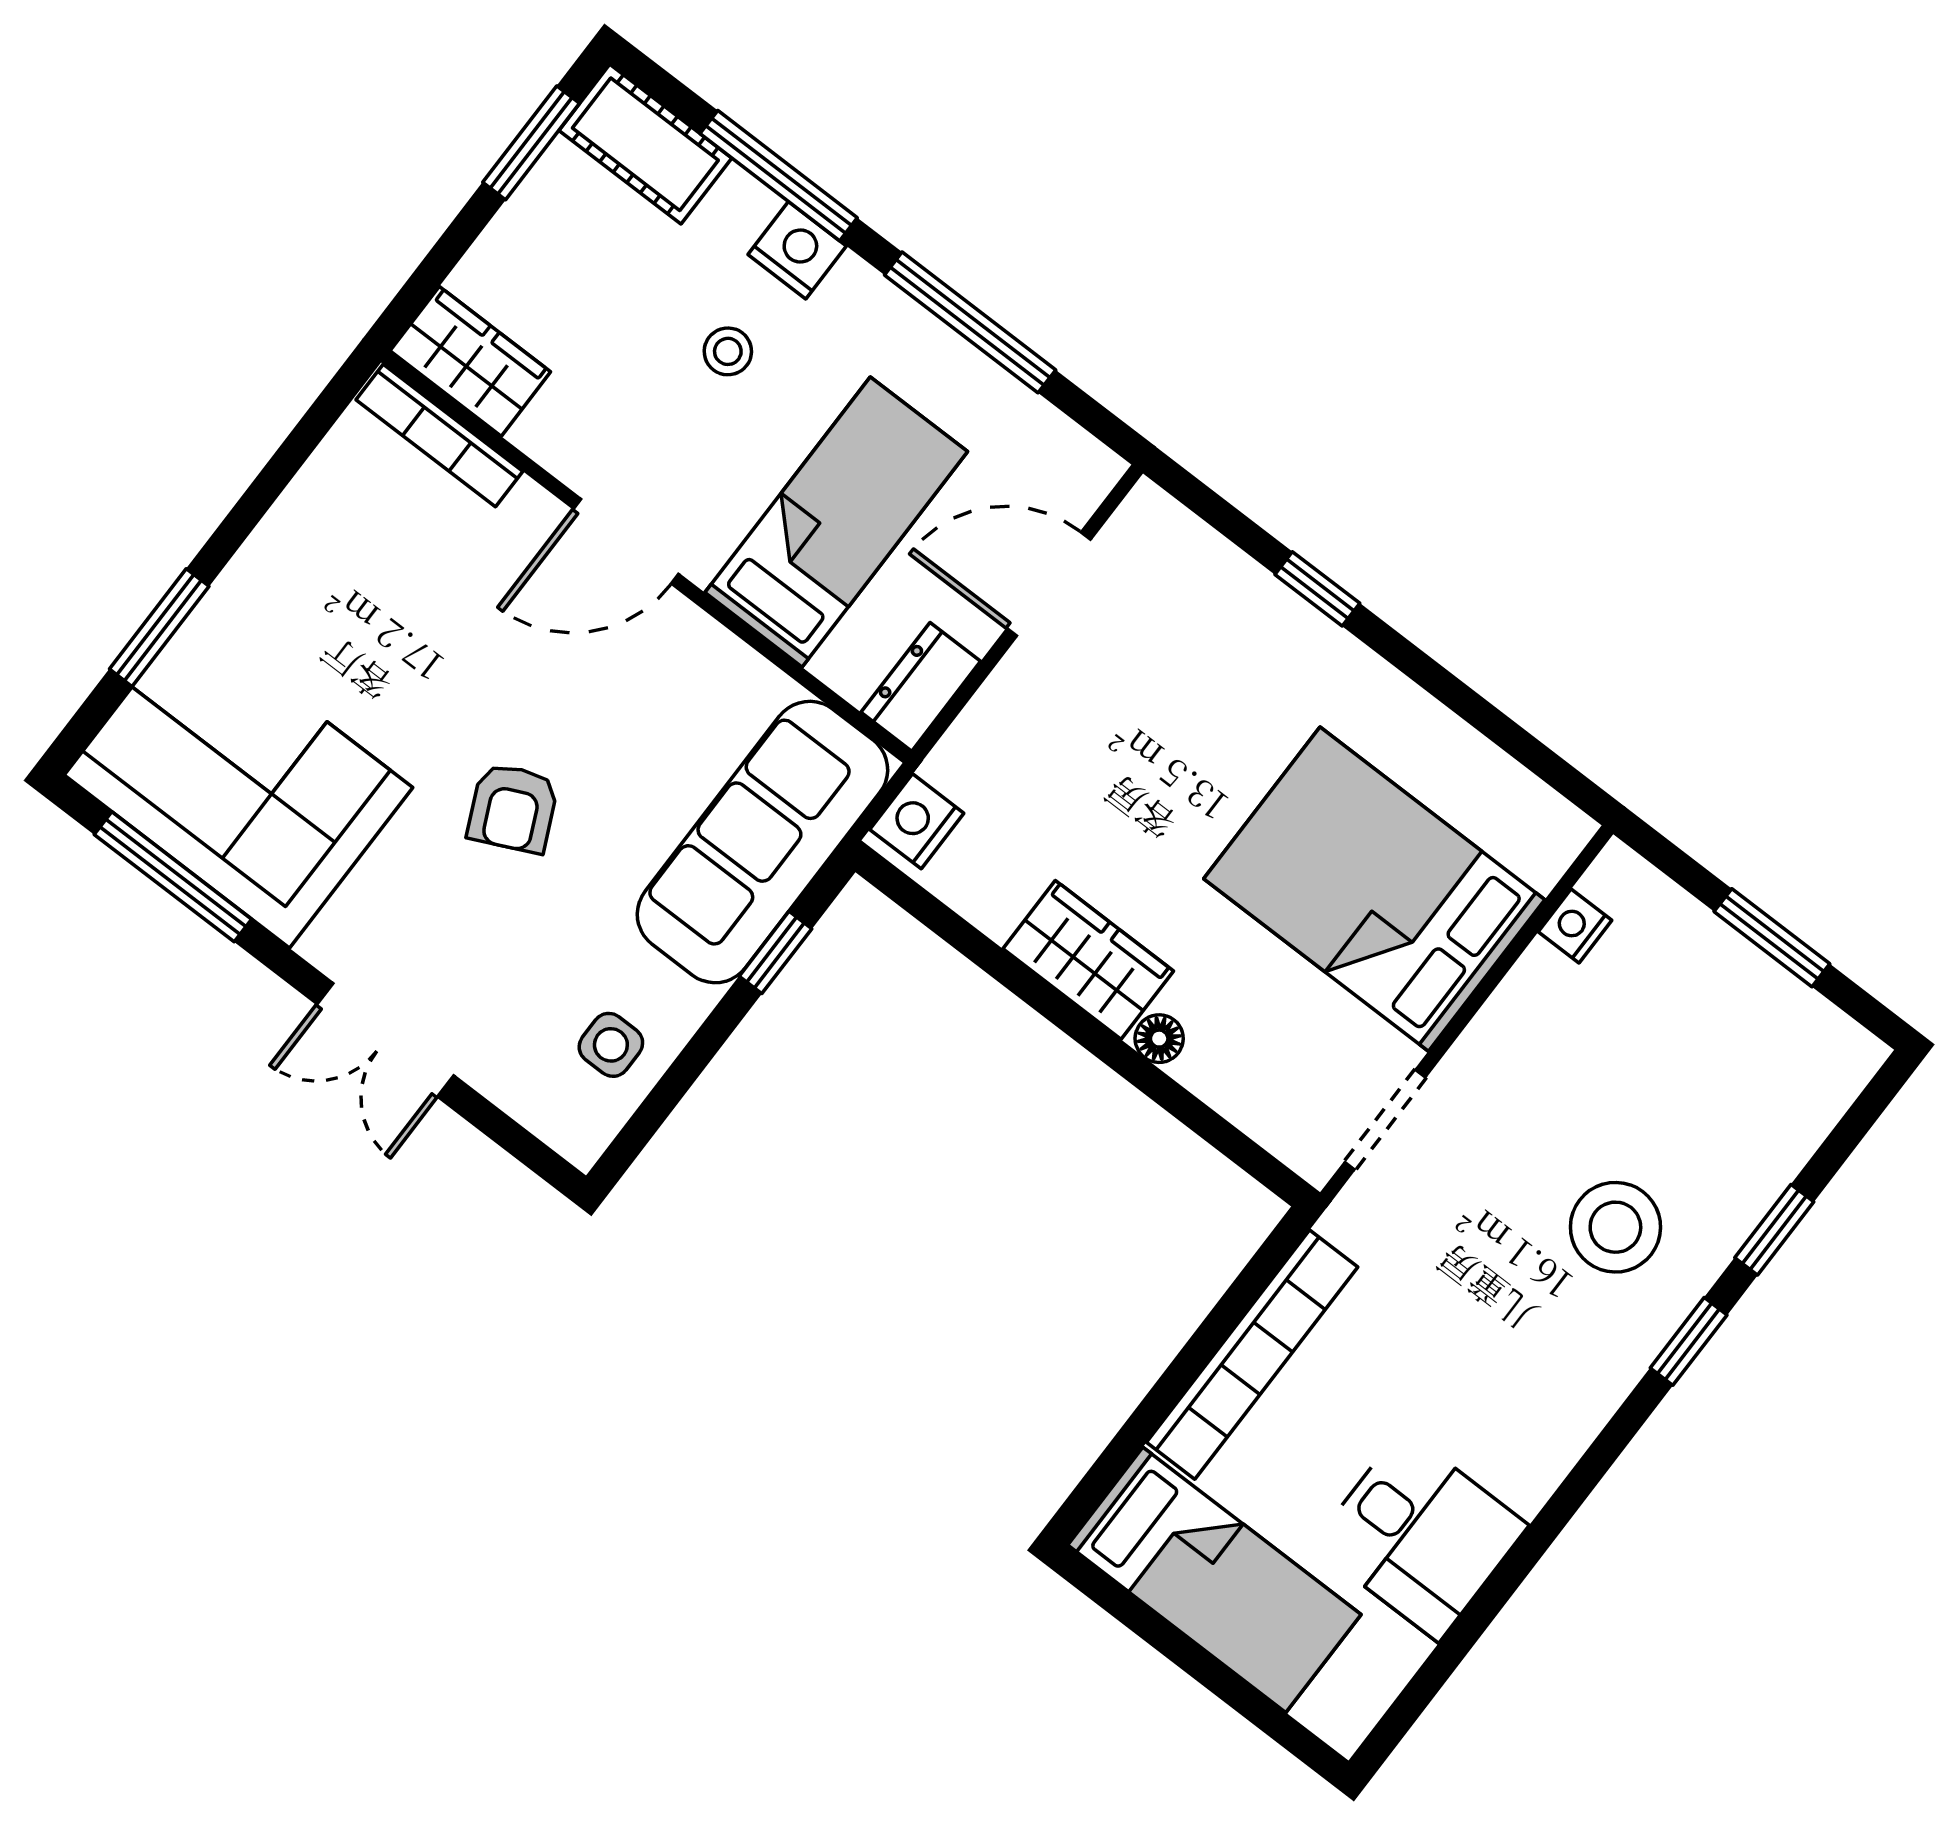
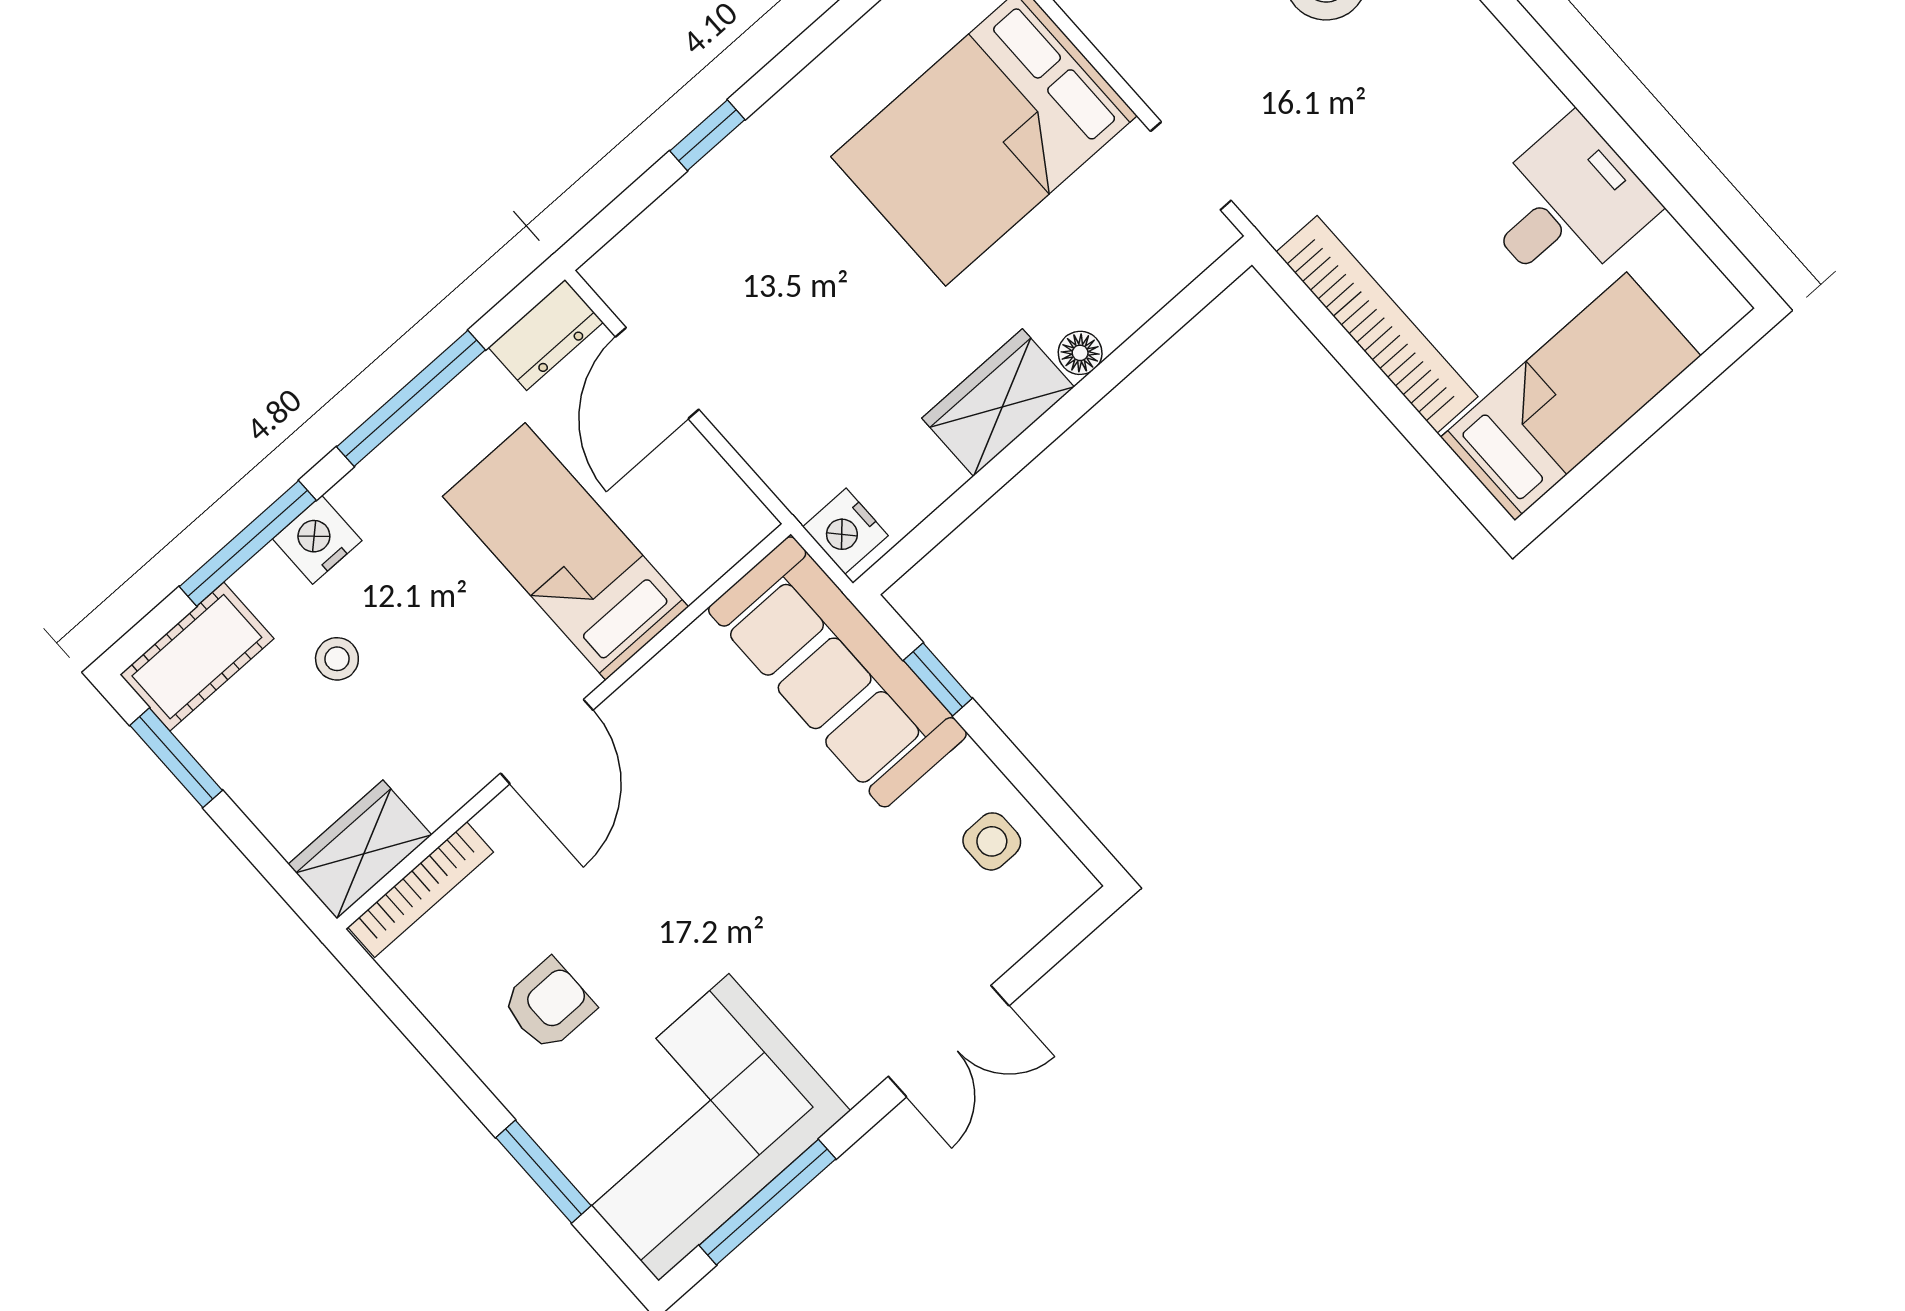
stool: (728, 351) -> (337, 659), moved
dresser: (921, 687) -> (546, 335), moved, turned -90
armchair: (513, 808) -> (549, 1005), moved, turned -65

